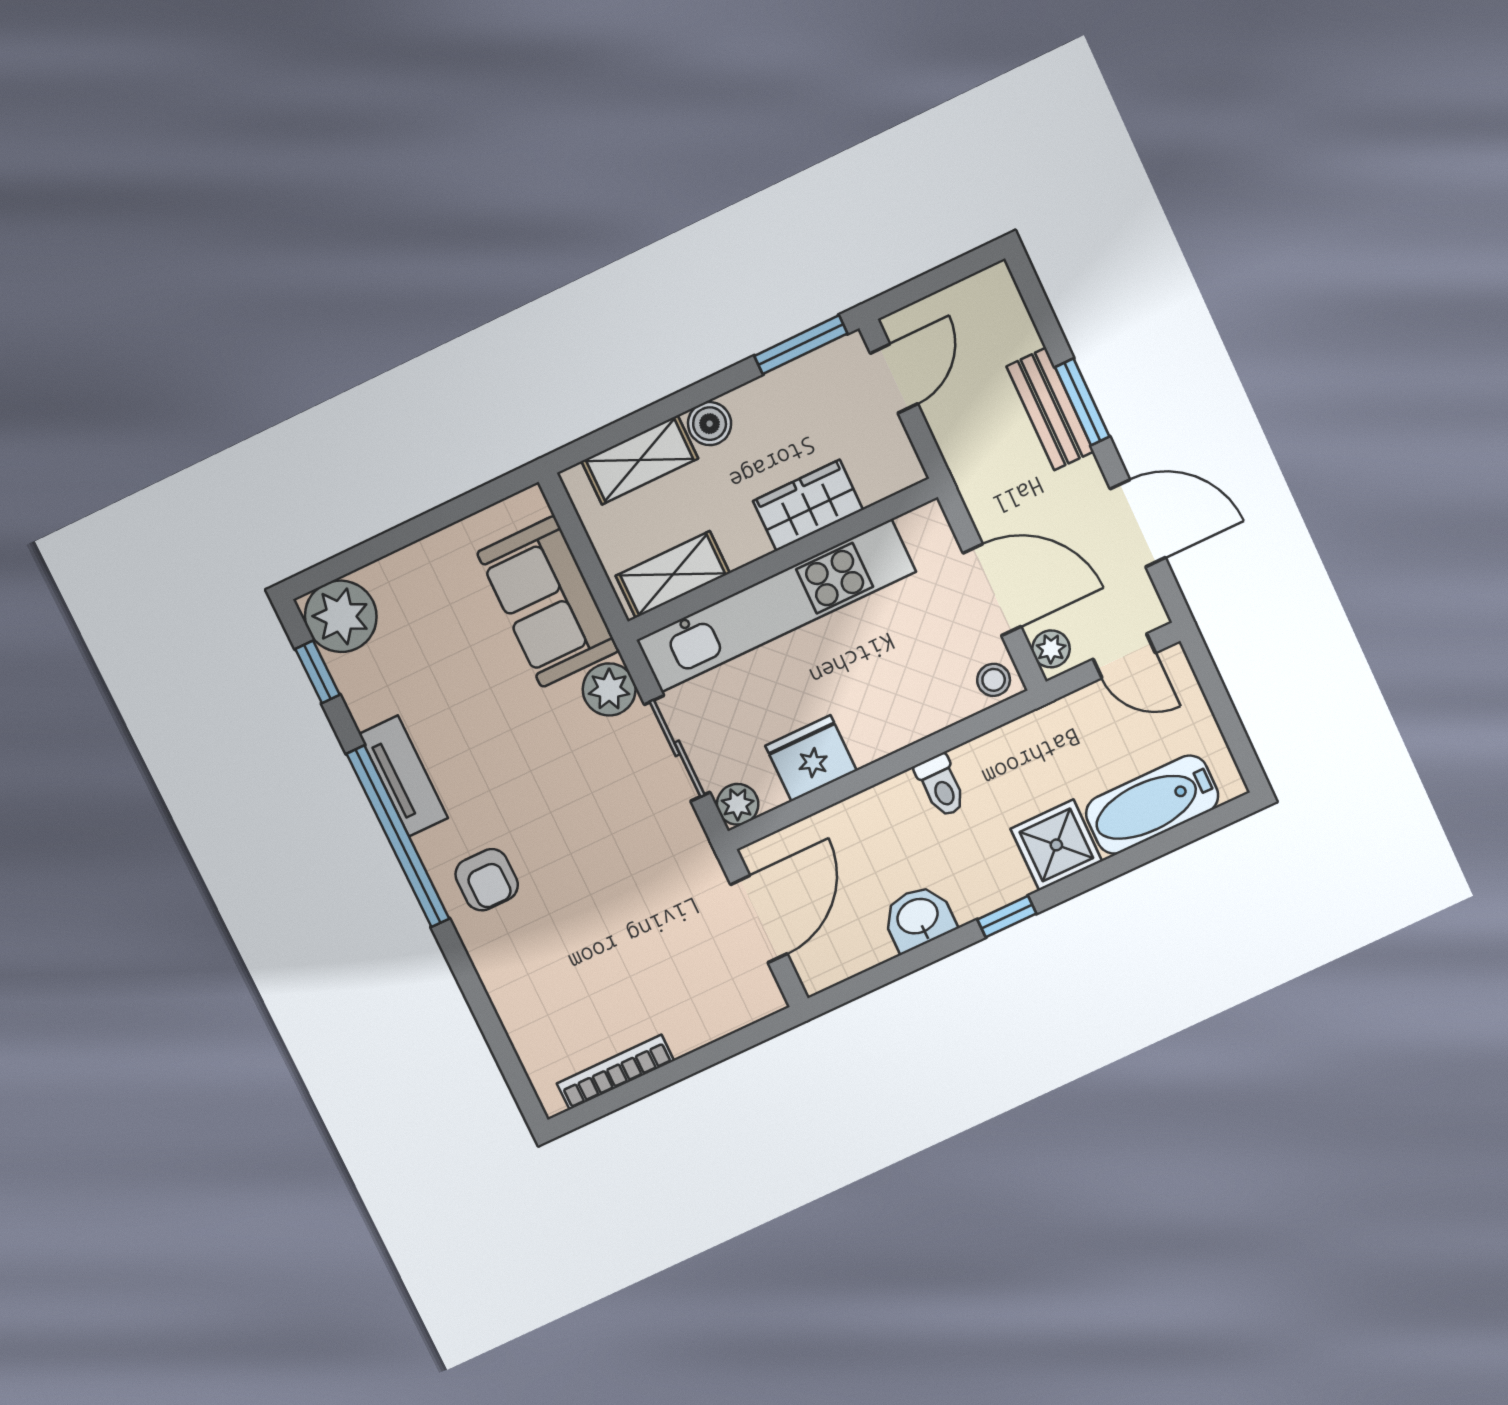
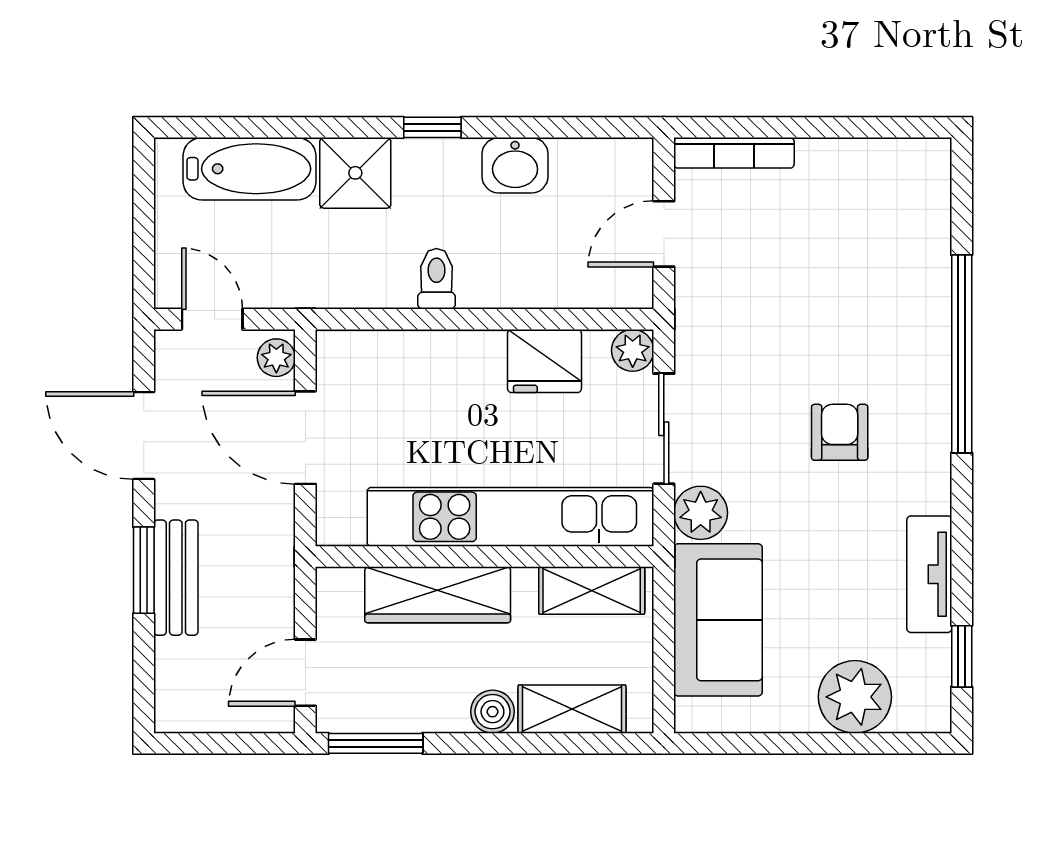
wardrobe: (808, 505) -> (438, 595), width x1.50
plant: (341, 616) -> (855, 697), moved
stool: (994, 680) -> (342, 354), removed
tv unit: (403, 776) -> (929, 574), moved
window: (398, 836) -> (962, 354), moved
armchair: (487, 880) -> (840, 432), moved
door: (759, 919) -> (664, 234), width x0.73
bookcase: (615, 1072) -> (734, 153), moved

